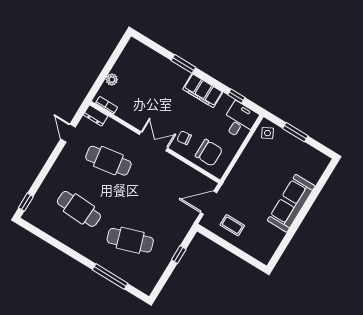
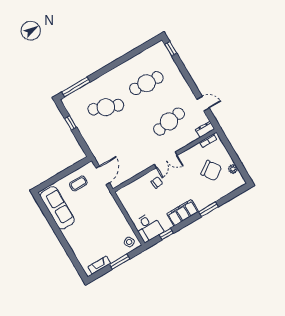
plant: (112, 80) -> (233, 169), moved
chair: (209, 153) -> (211, 171), moved, turned -125
fireplace: (311, 153) -> (99, 265), added
sofa: (291, 203) -> (57, 208), moved
cafe table: (130, 240) -> (106, 107), turned 39
window: (179, 254) -> (70, 123), moved
window: (110, 277) -> (76, 87), moved

